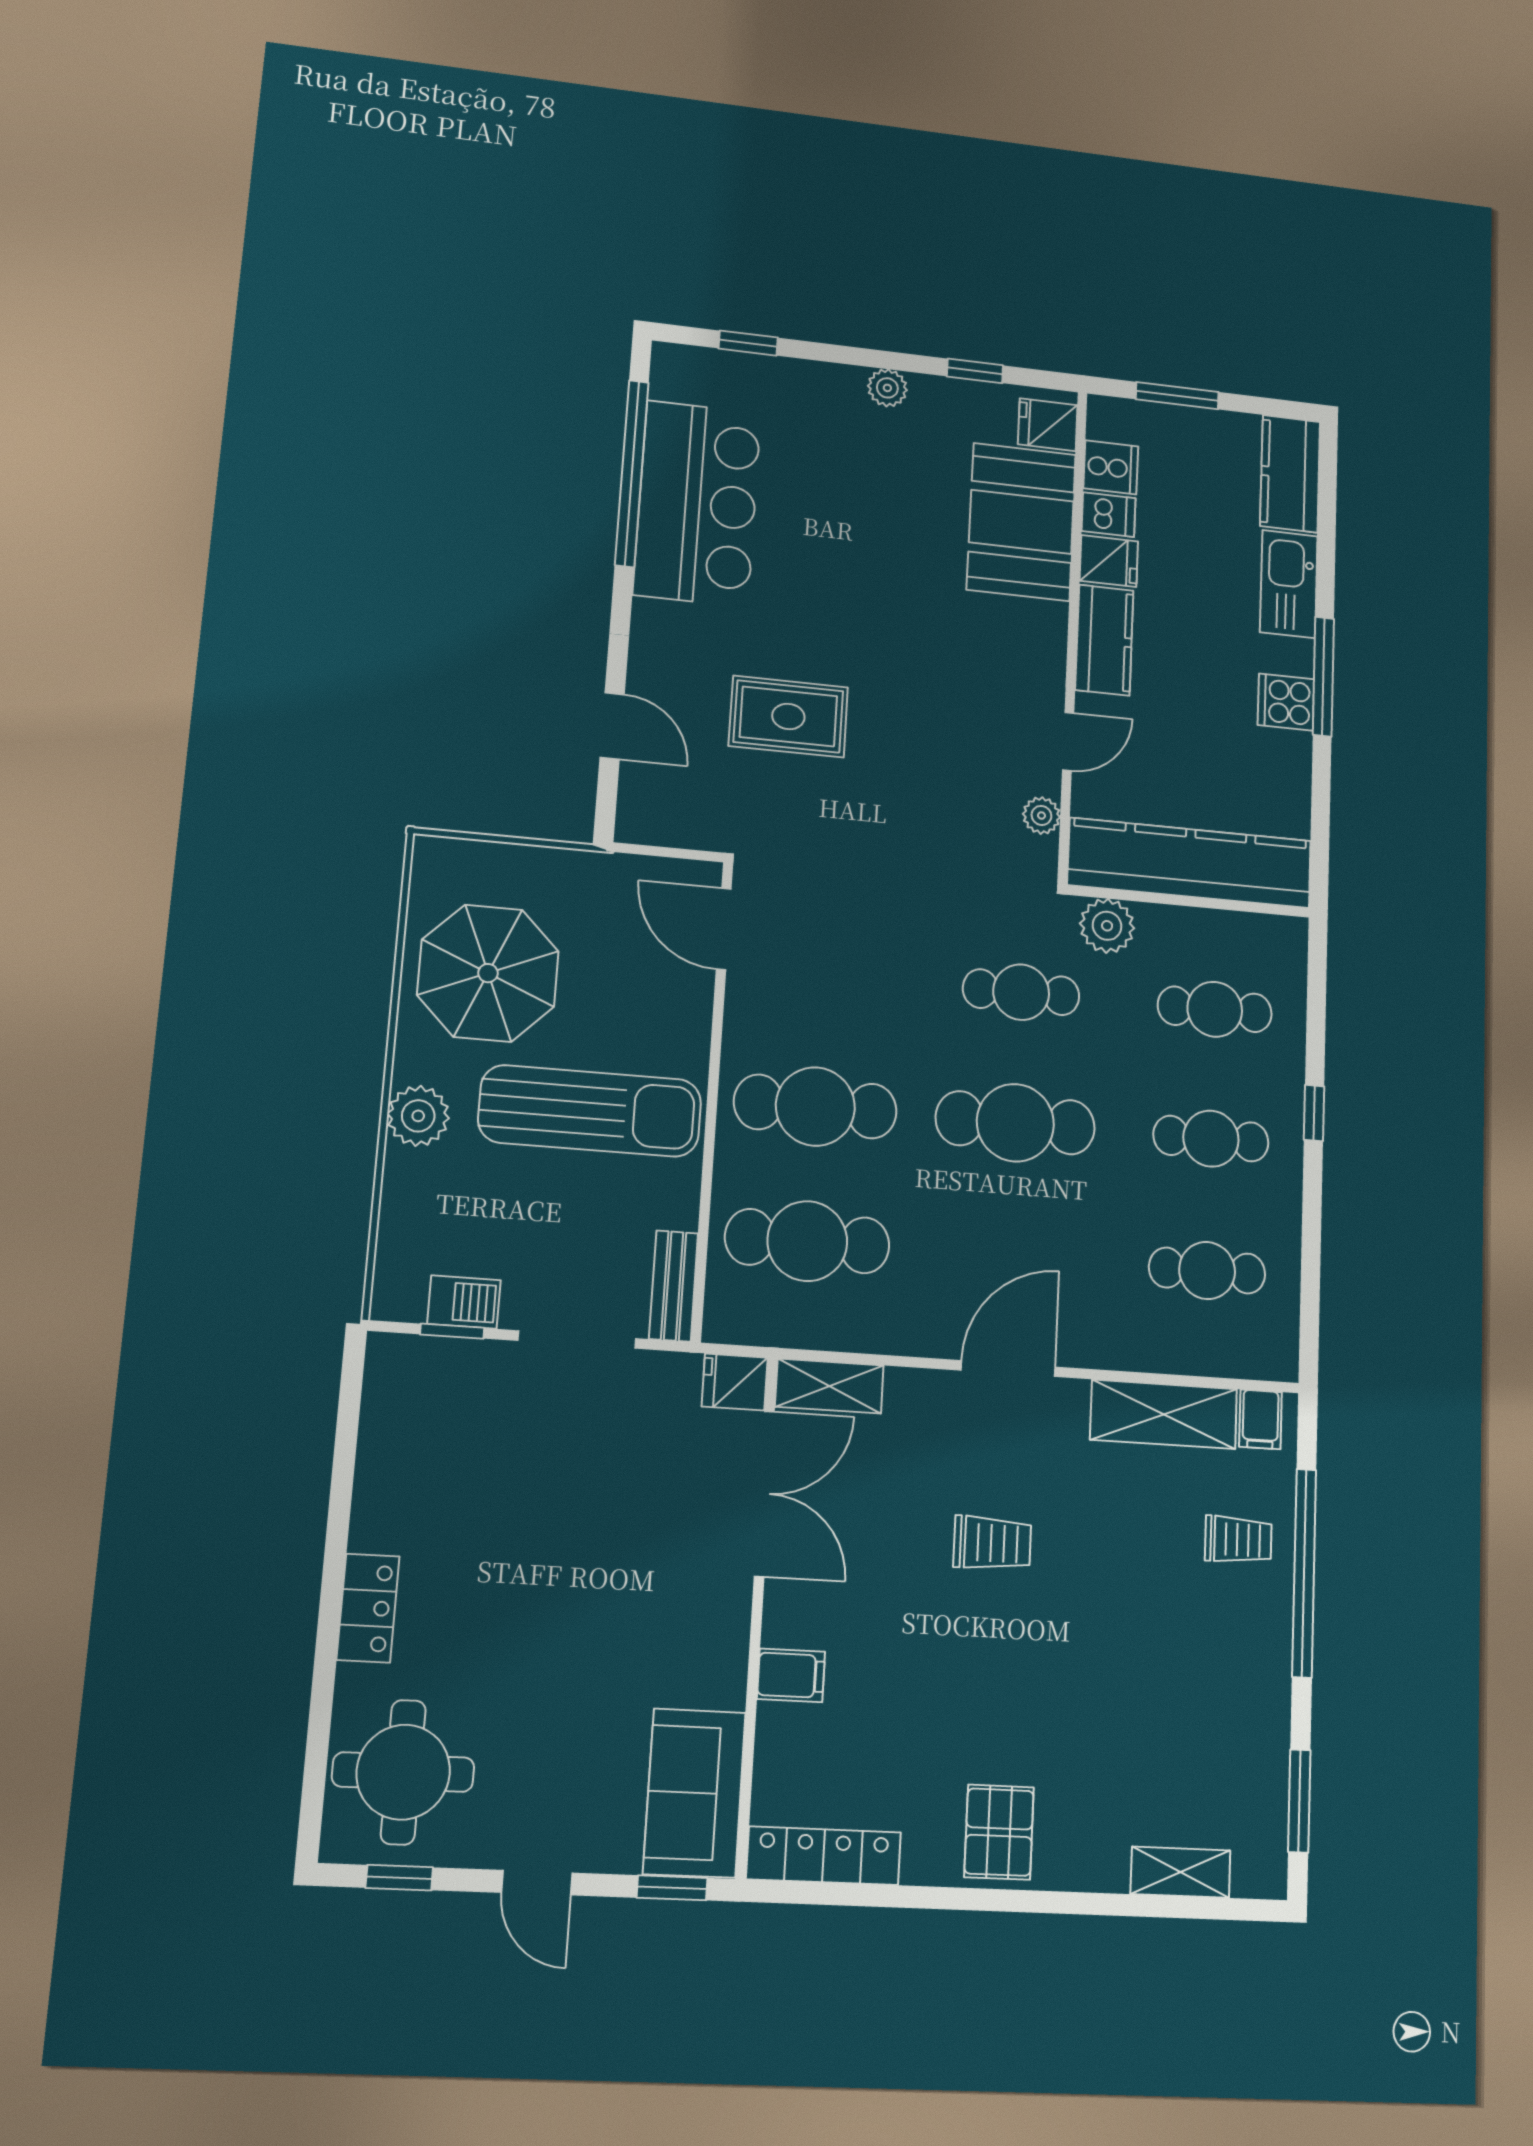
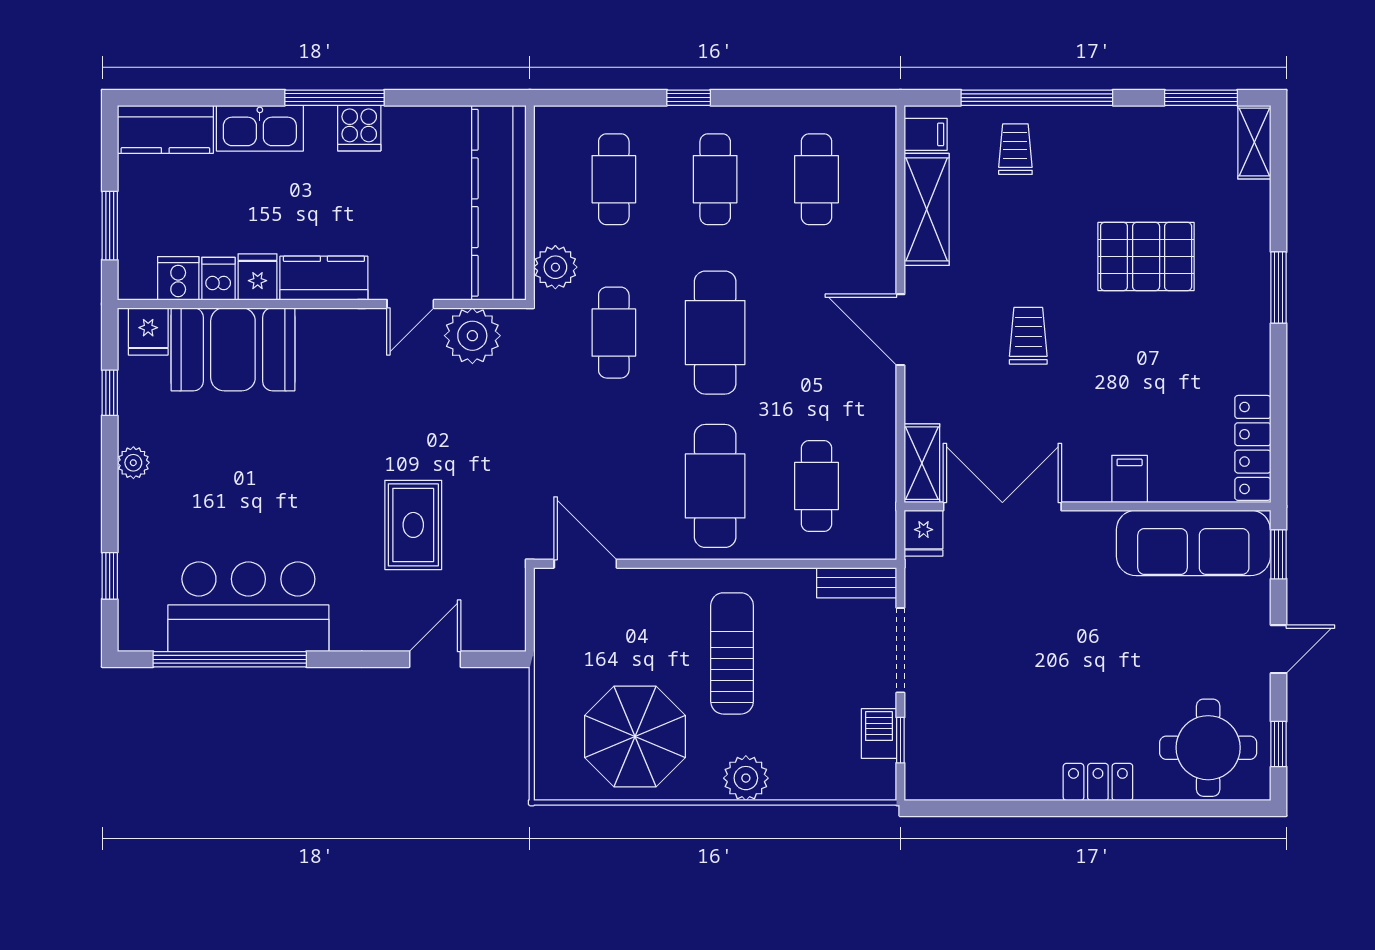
door: (1068, 741) -> (410, 304), swing flipped
plant: (1041, 815) -> (472, 336), width x1.88, depth x1.88
door: (724, 929) -> (585, 564), swing flipped
sun lounger: (590, 1111) -> (732, 653), width x0.73, depth x0.75
cafe table: (807, 1241) -> (817, 486), width x0.73, depth x0.74
sofa: (694, 1793) -> (1193, 543), width x1.36
pallet: (999, 1832) -> (1146, 257), moved, width x1.50, depth x1.42
shelving: (1180, 1872) -> (1254, 142), moved
window: (1042, 1902) -> (1279, 288), added

